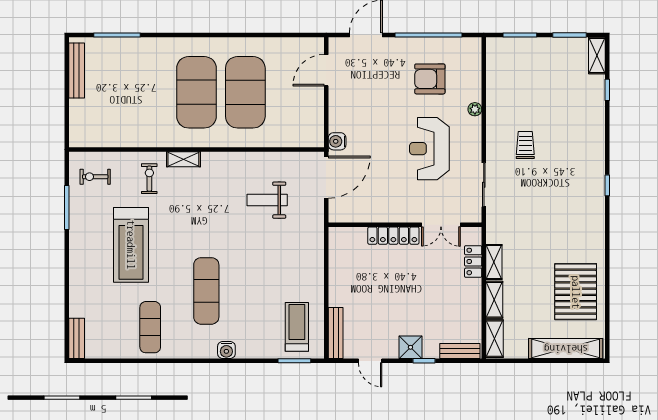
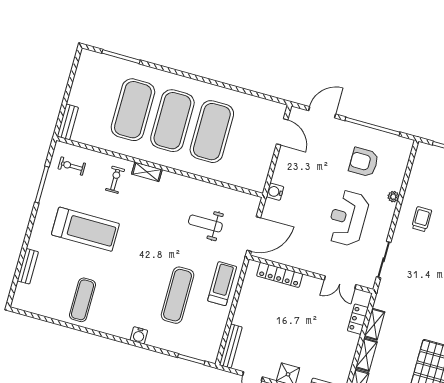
door: (326, 70) -> (282, 132), swing flipped
bench: (77, 71) -> (68, 122), moved, width x0.73
exercise mat: (148, 92) -> (133, 110), added
trolley: (525, 145) -> (422, 219), moved
door: (326, 177) -> (254, 234), moved
locker: (393, 236) -> (280, 275), moved
treadmill: (131, 245) -> (85, 229), turned -90
exercise mat: (206, 291) -> (178, 295), moved
treadmill: (297, 327) -> (222, 284), moved
bench: (77, 338) -> (28, 266), moved

